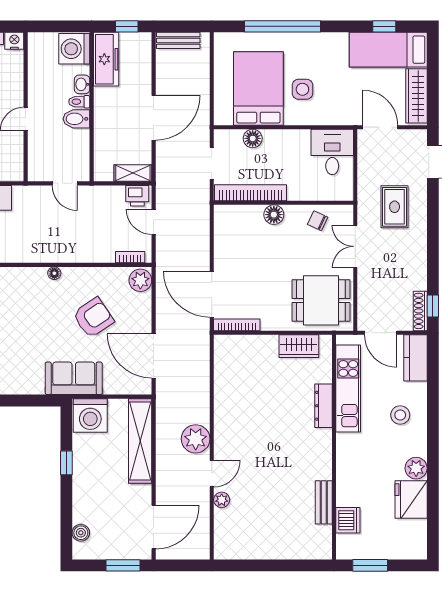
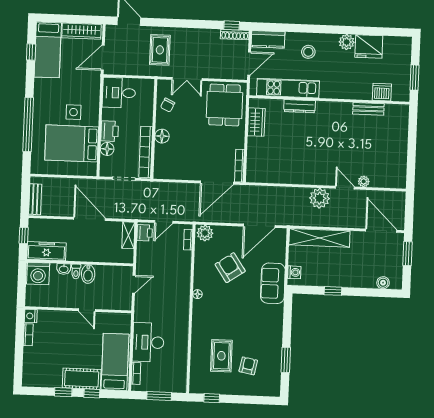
printer: (278, 141) -> (110, 131), added
rug: (395, 207) -> (160, 50), turned 90
washing machine: (90, 415) -> (294, 272), width x0.53, depth x0.53

